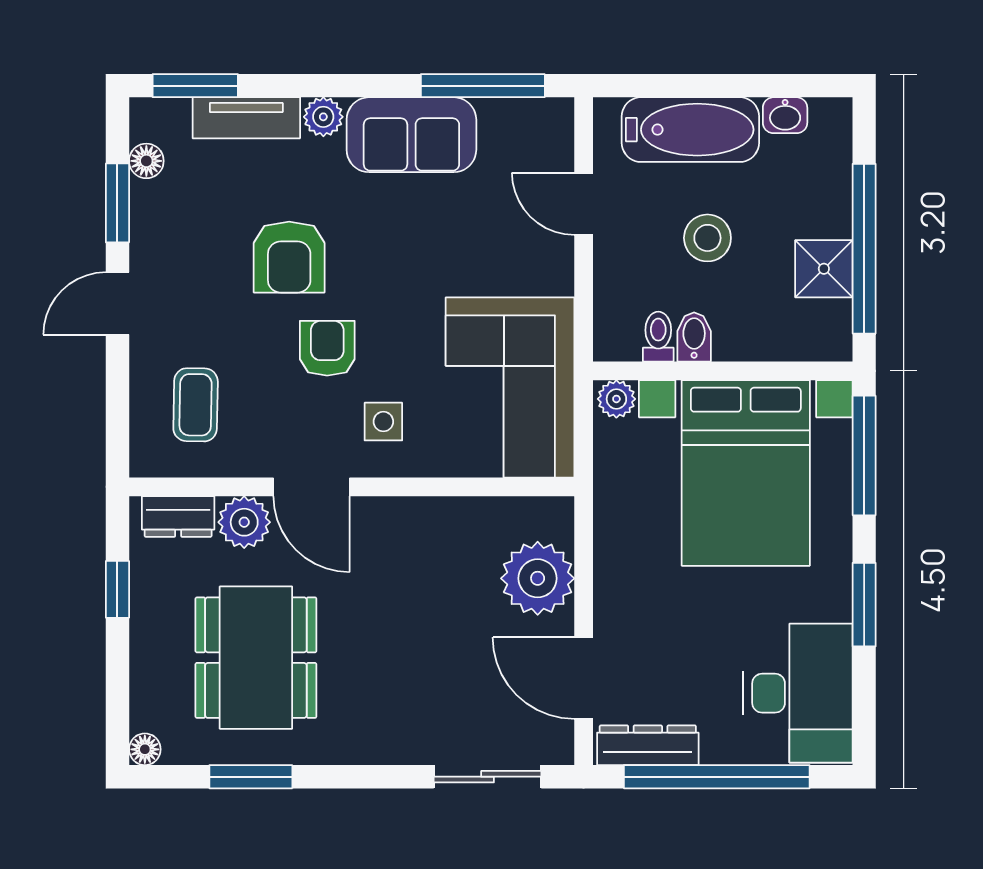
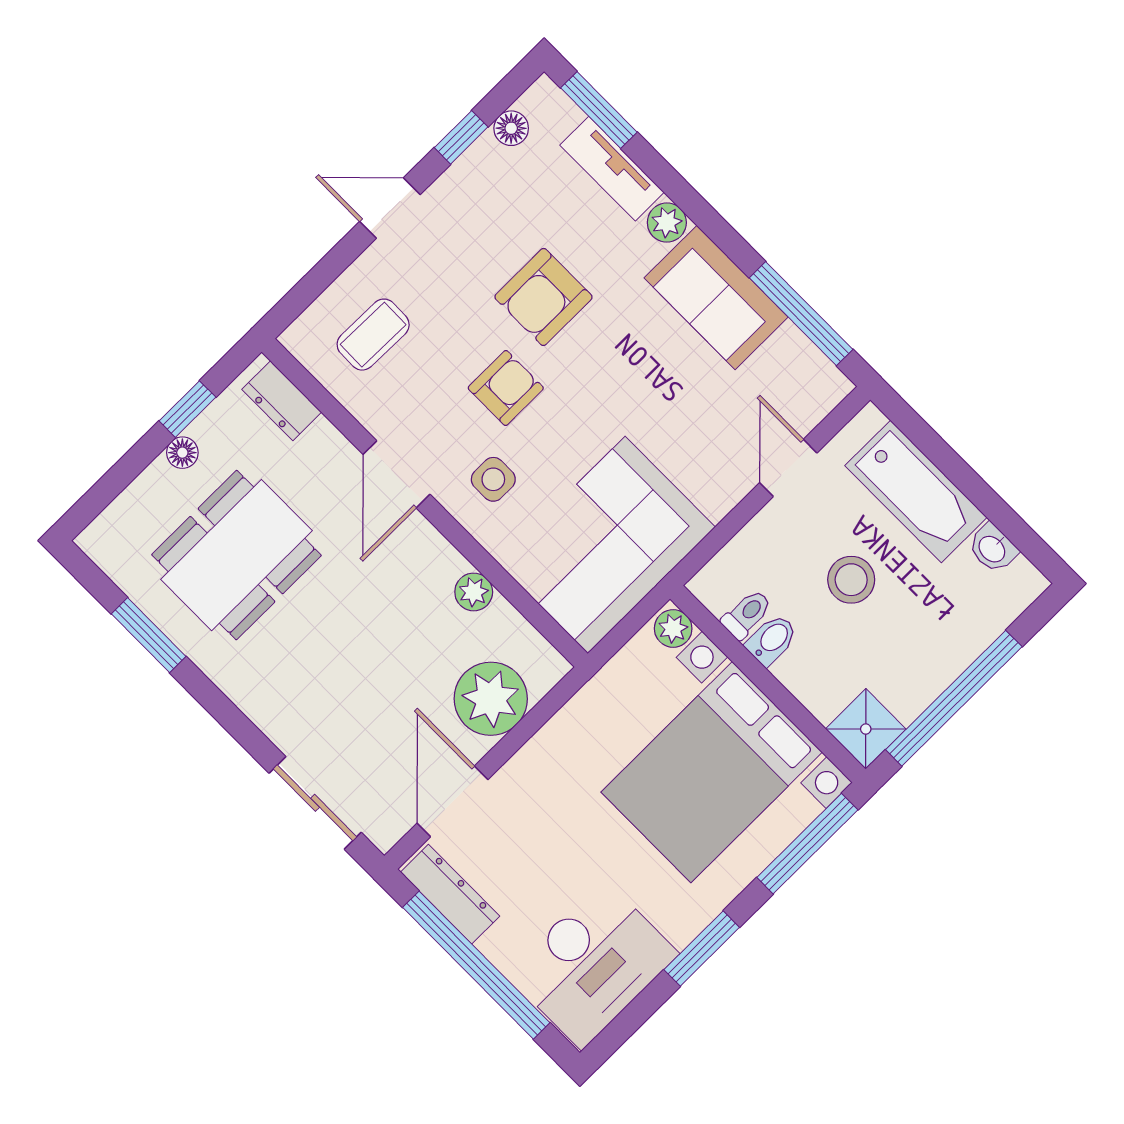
window: (117, 203) -> (461, 137), width x0.67
shower: (824, 269) -> (866, 729), moved
plant: (244, 522) -> (474, 592), moved, width x0.73, depth x0.73
floor lamp: (145, 749) -> (182, 453), moved

